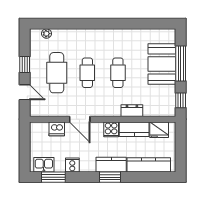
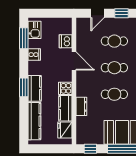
cafe table: (57, 73) -> (114, 41), width x0.73, depth x0.74
door: (80, 119) -> (74, 61), swing flipped

